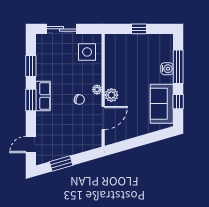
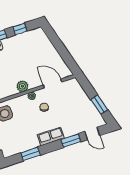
plant: (111, 95) -> (22, 86), moved
window: (31, 100) -> (71, 141), moved
sofa: (162, 104) -> (26, 41), removed

